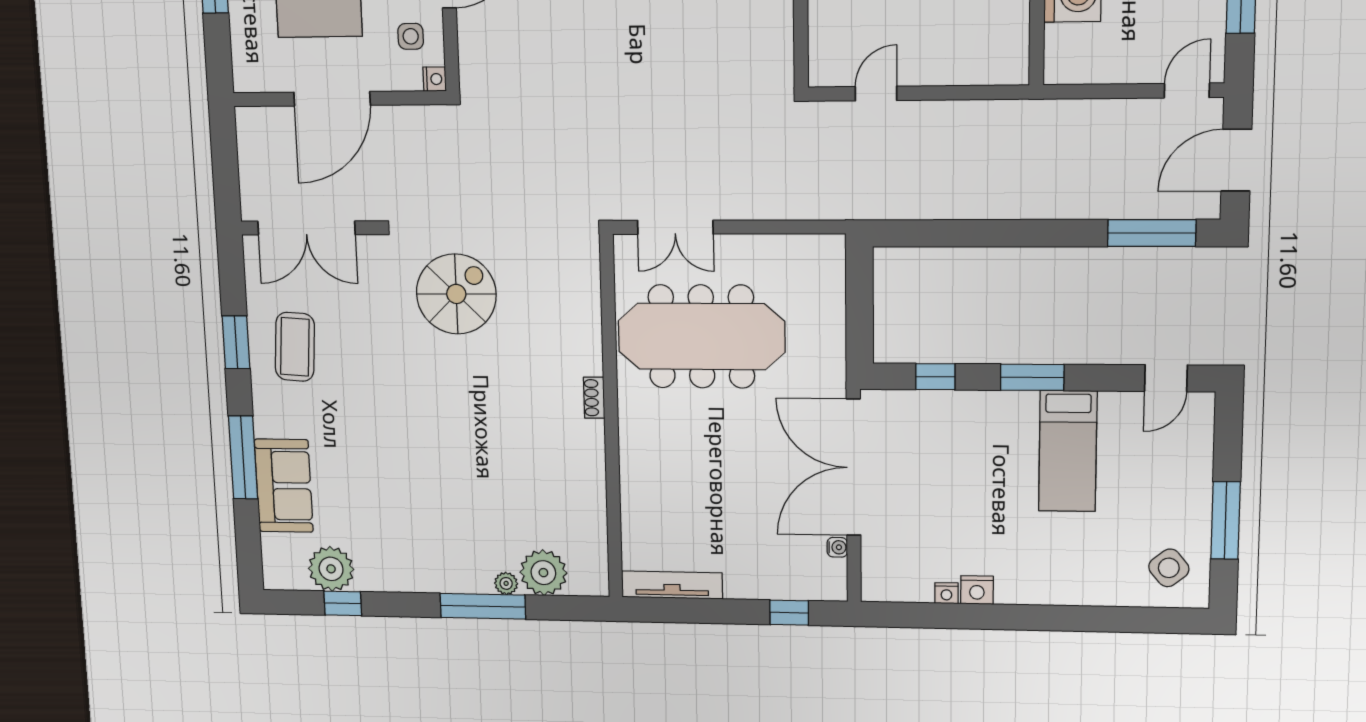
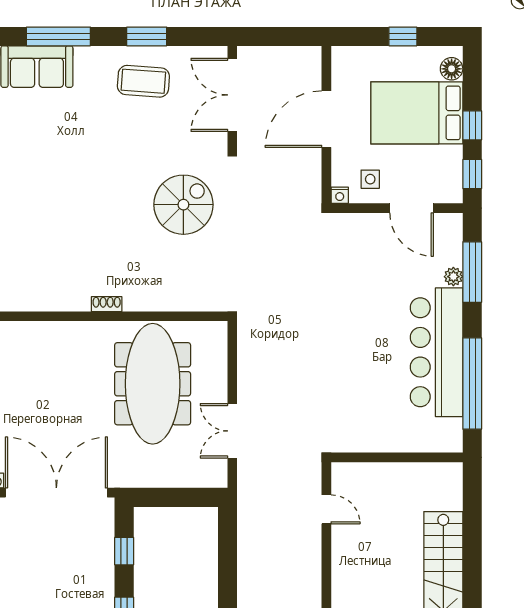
door: (332, 99) -> (326, 119), hinge flipped
double door: (675, 227) -> (232, 431), moved
spiral stairs: (456, 294) -> (183, 205), turned -90

